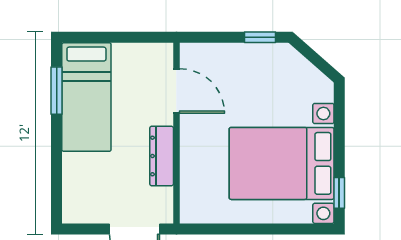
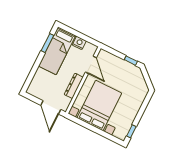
nightstand: (127, 55) -> (79, 43), added
bed with nightstands: (282, 163) -> (99, 105), moved, turned 90

